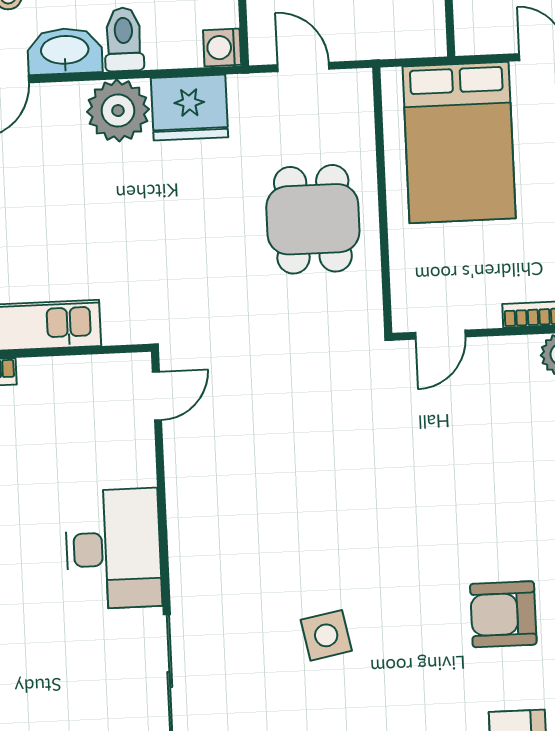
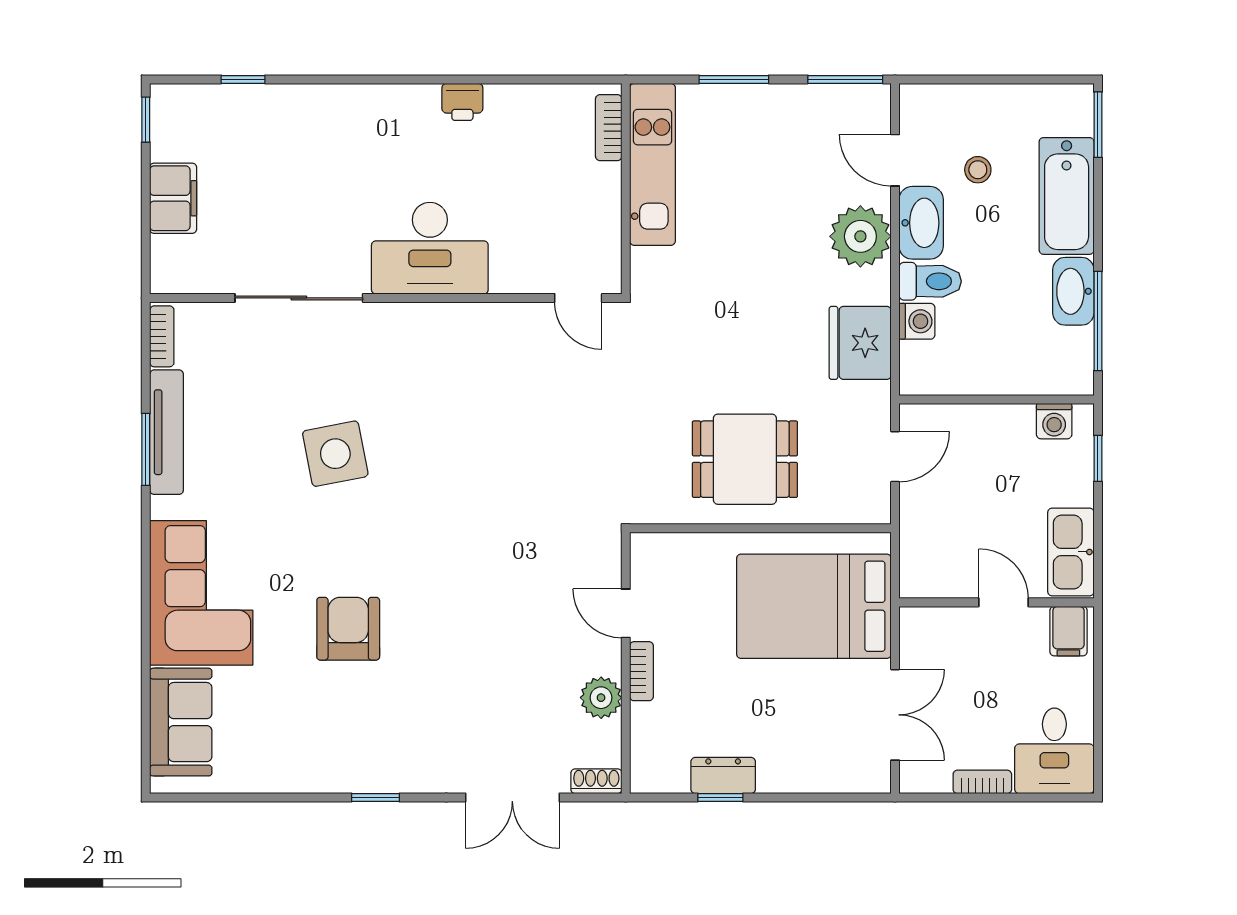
washing machine: (222, 47) -> (917, 321), moved, turned 90
plant: (118, 111) -> (860, 236), moved
door: (440, 335) -> (626, 613), moved
side table: (326, 635) -> (335, 454), width x1.37, depth x1.37

